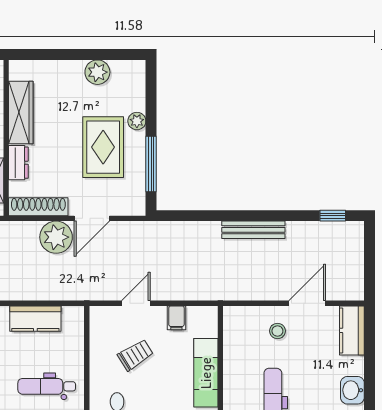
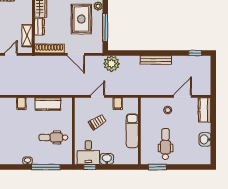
door: (92, 218) -> (76, 54), hinge flipped
plant: (56, 237) -> (111, 64), moved

